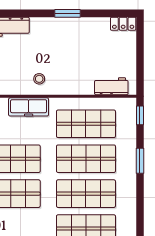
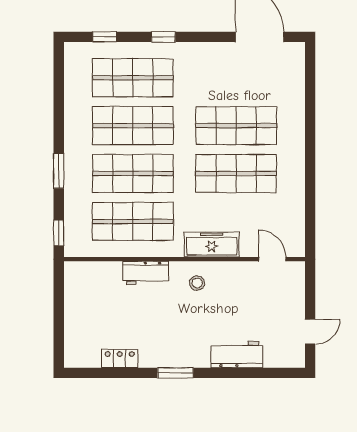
window: (67, 13) -> (175, 373), moved
locker: (123, 24) -> (120, 359), moved
workbench: (111, 86) -> (146, 273), moved

